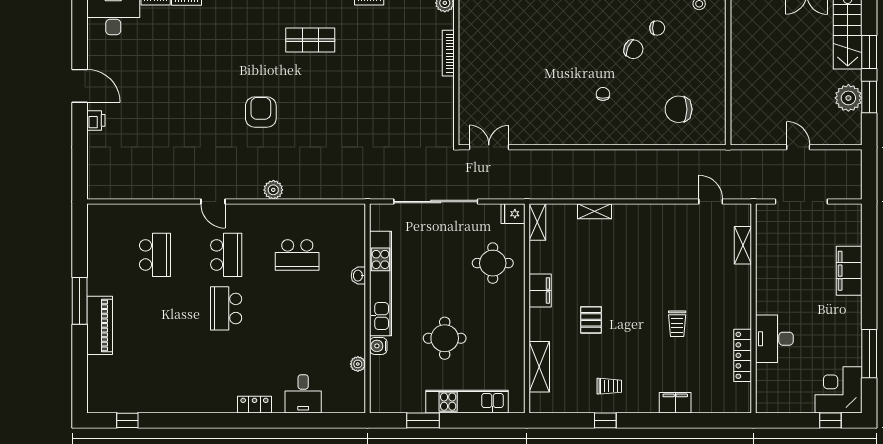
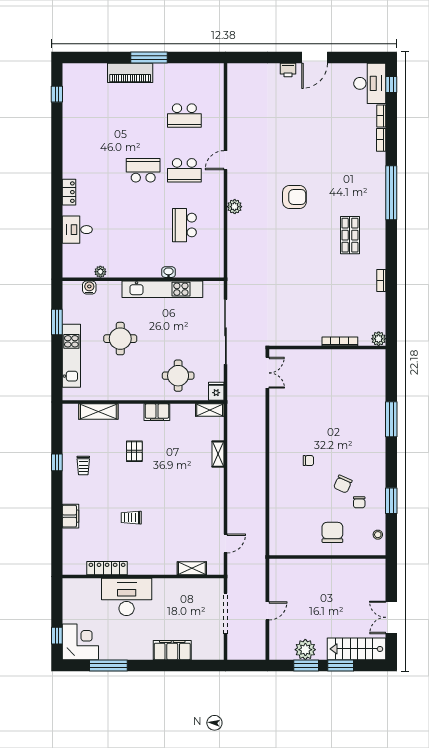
chair: (679, 109) -> (332, 532), moved
pallet: (591, 320) -> (134, 451), turned 90
desk: (774, 339) -> (127, 597), width x1.36, depth x1.30
water cooler: (378, 346) -> (89, 287), moved

